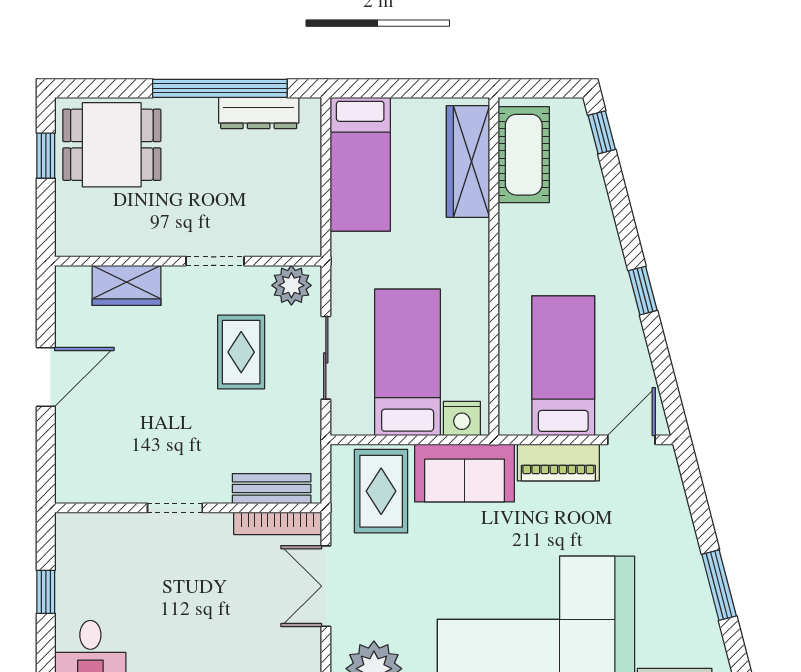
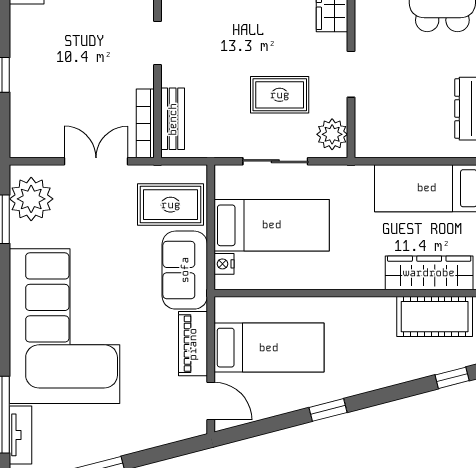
nightstand: (462, 419) -> (224, 264), width x0.72, depth x0.74

